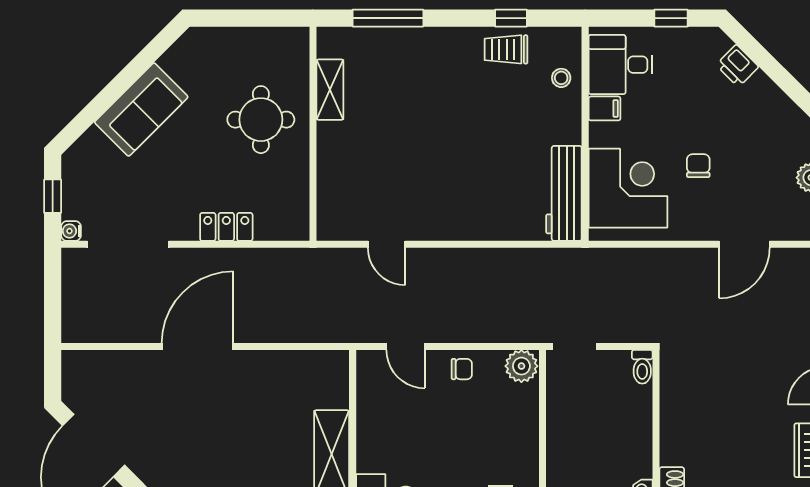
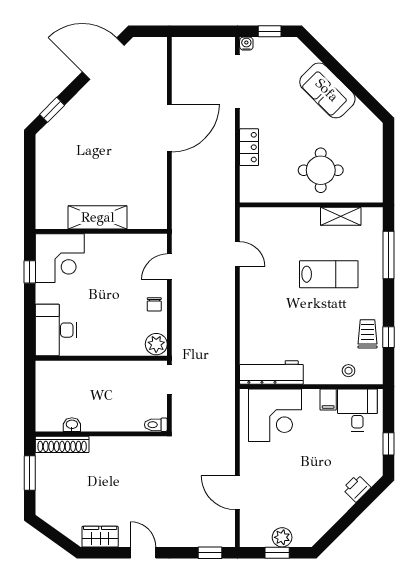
lab bench: (417, 107) -> (329, 274), added
chair: (698, 166) -> (290, 462), removed
door: (387, 244) -> (237, 254), swing flipped
door: (198, 346) -> (169, 128), hinge flipped

